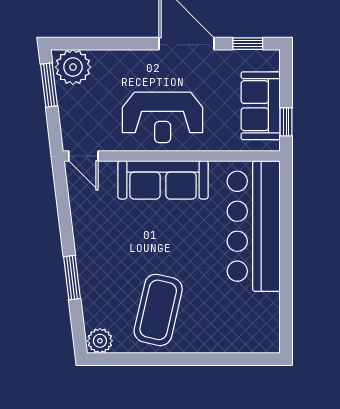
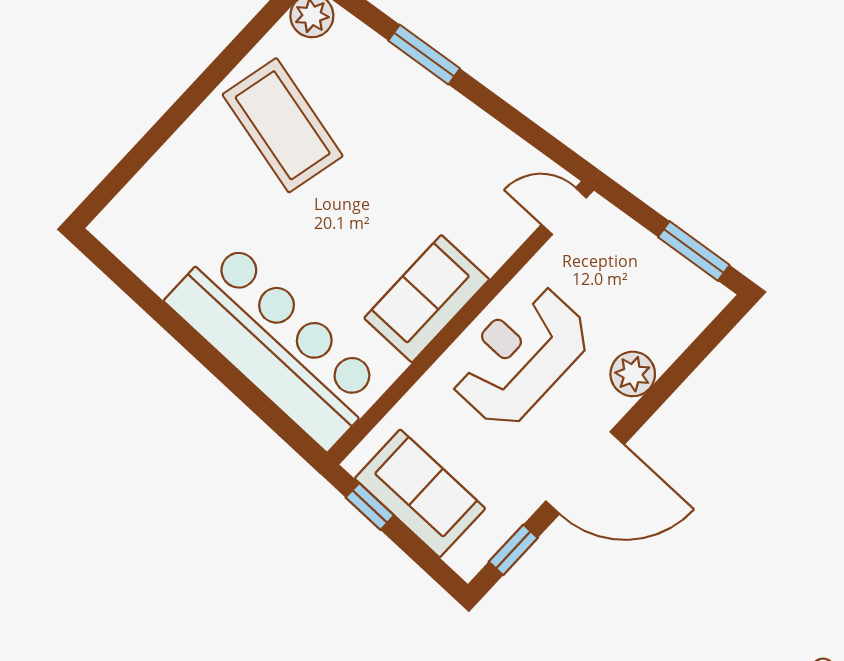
plant: (73, 67) -> (633, 374), moved, width x0.73, depth x0.73
sofa: (163, 180) -> (427, 299), width x0.73

